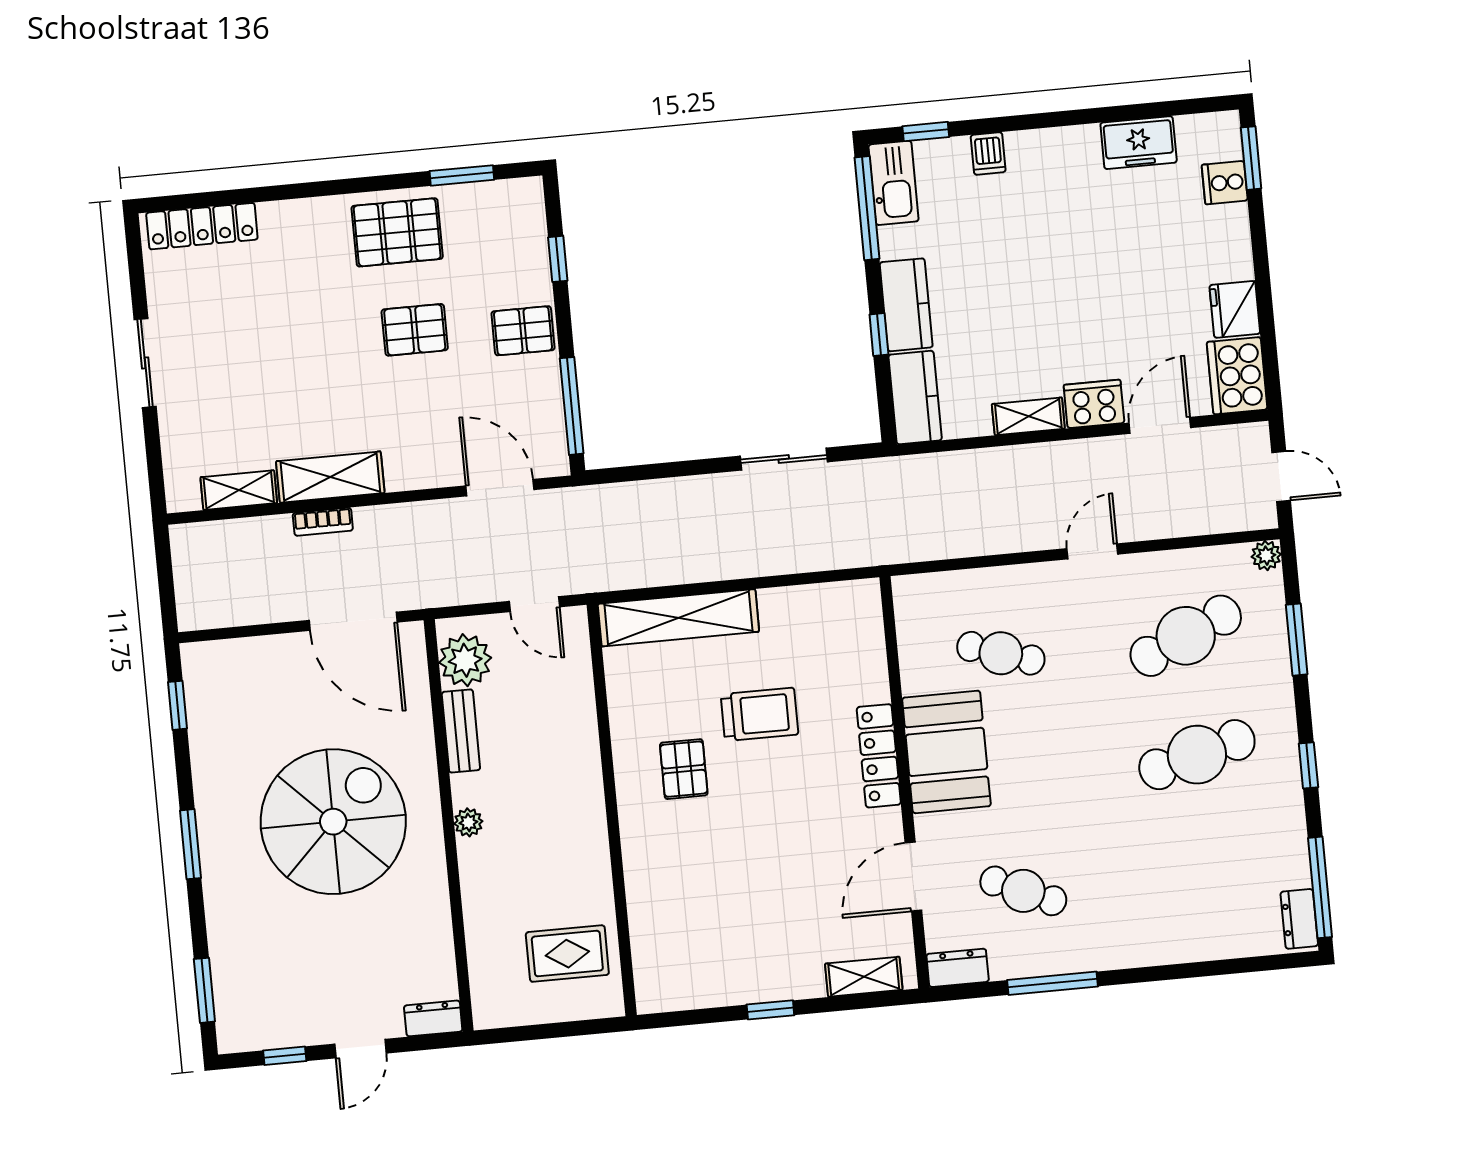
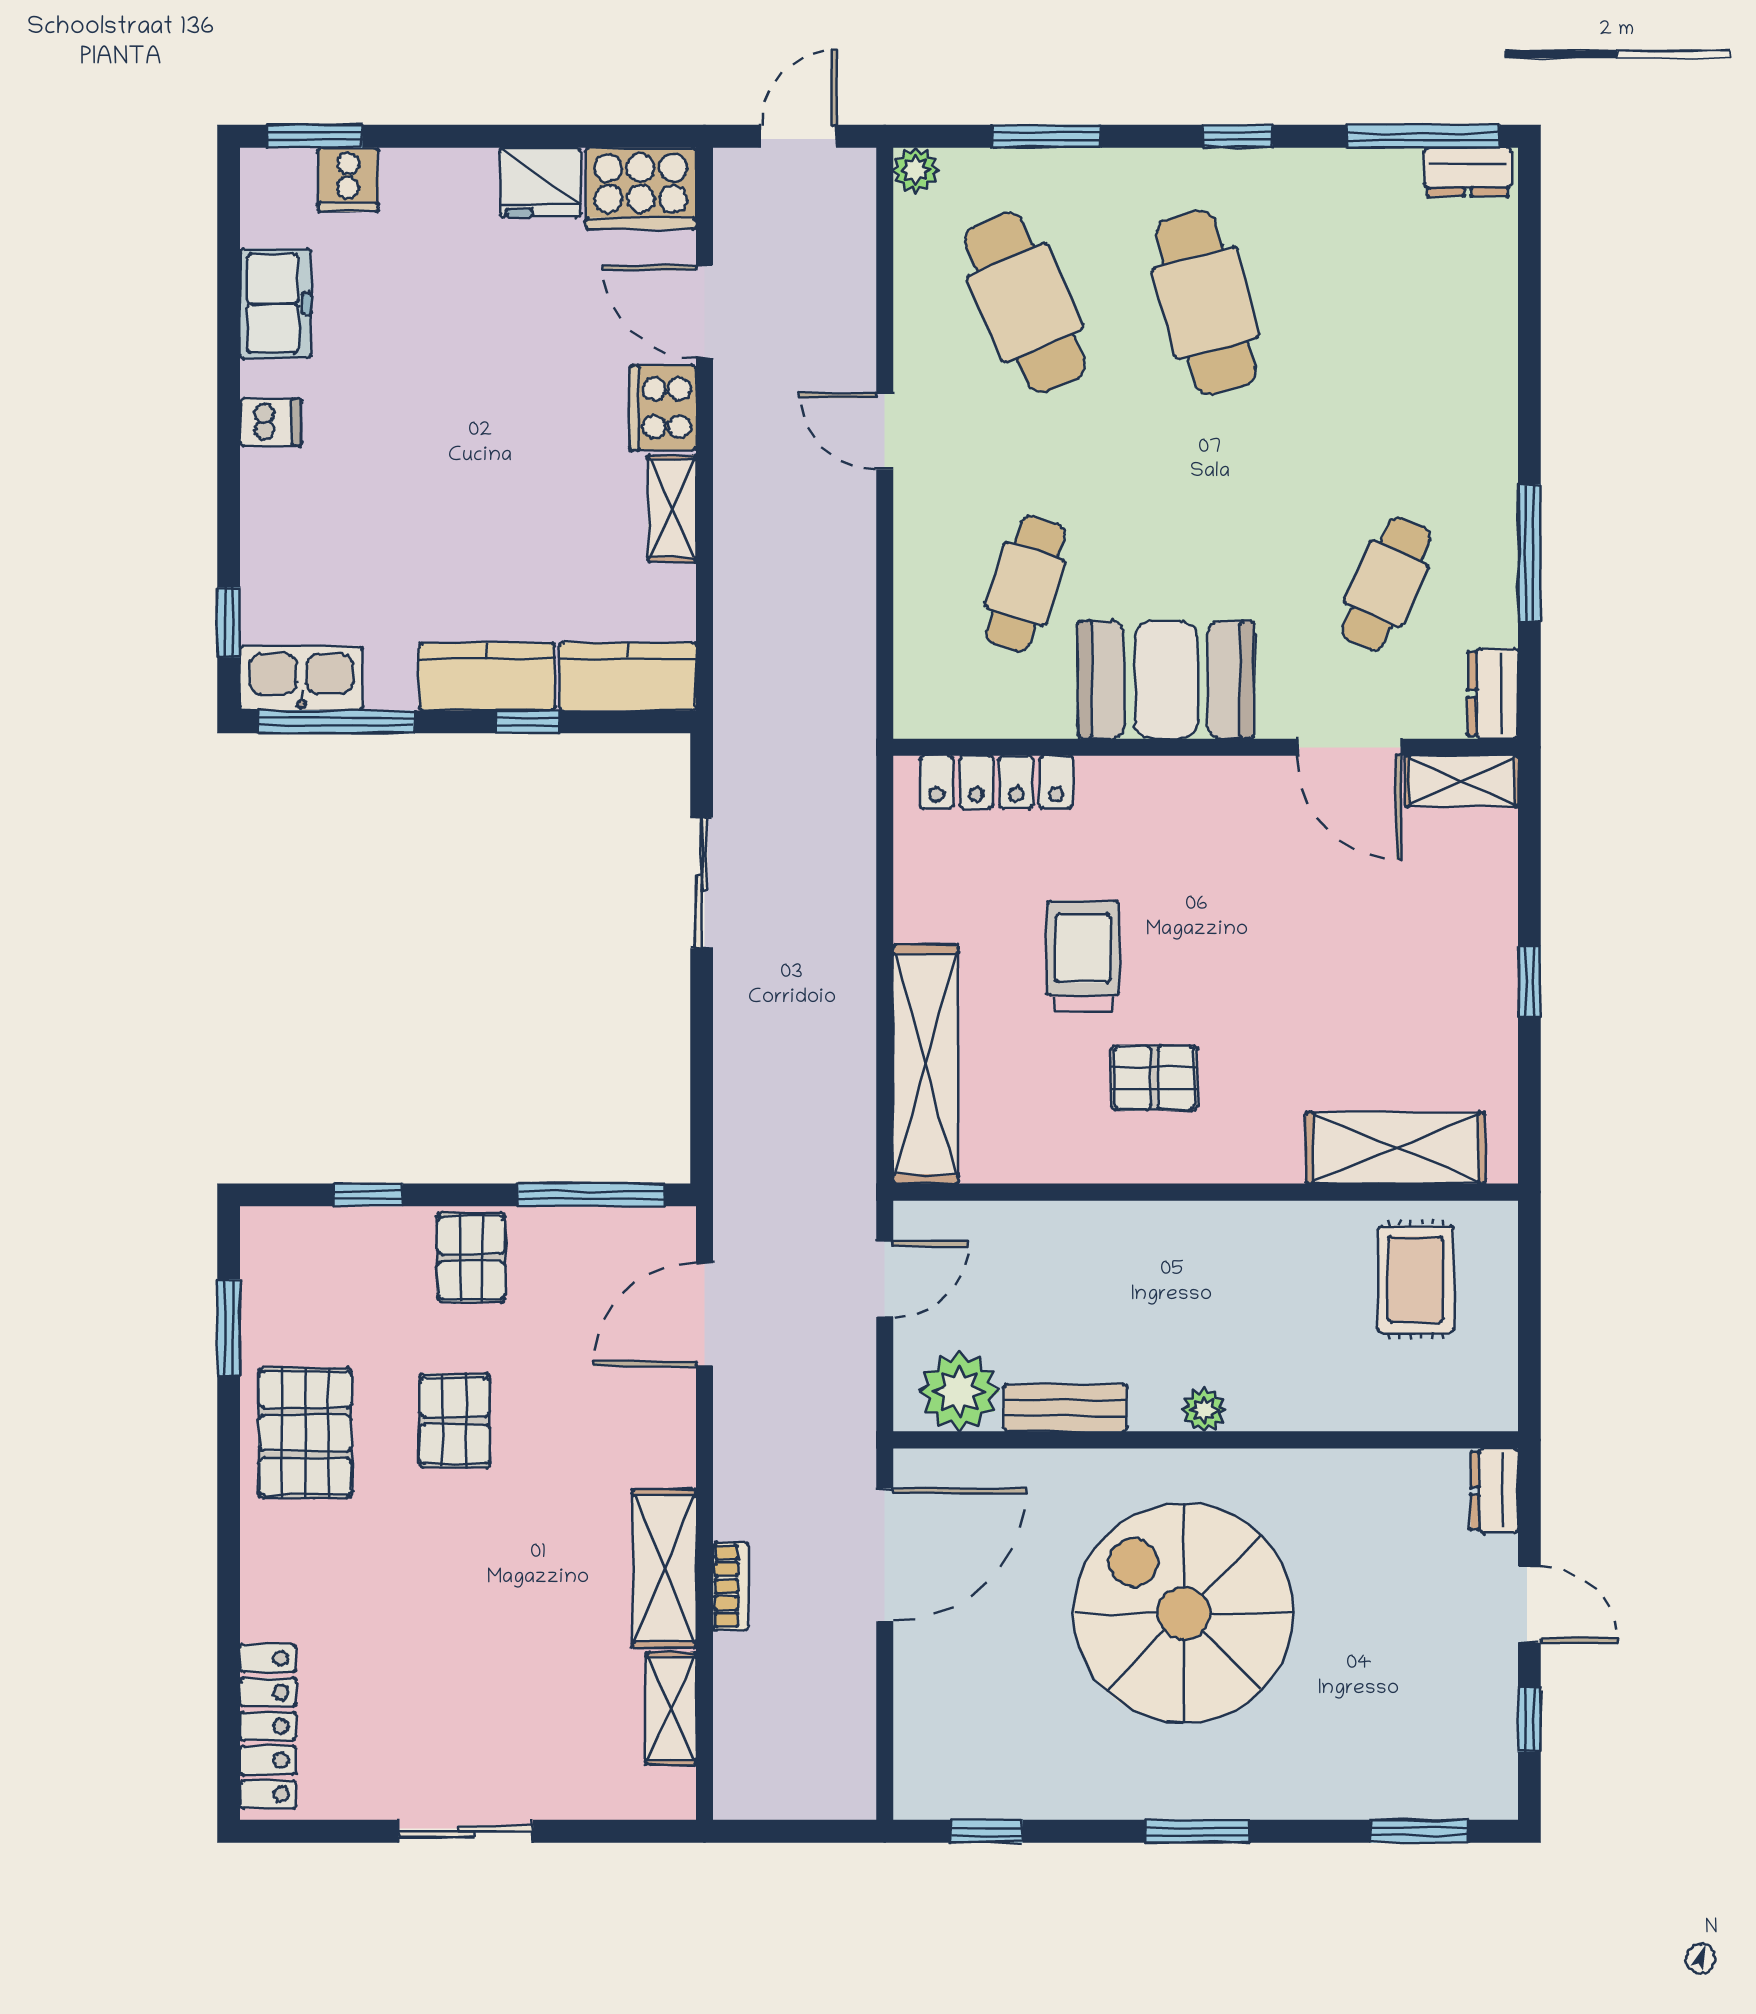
dishwasher: (988, 153) -> (271, 422), moved
locker: (879, 756) -> (996, 782), moved
shelving: (653, 932) -> (1396, 1148), added
shelving: (864, 977) -> (1462, 781), moved, turned 90

